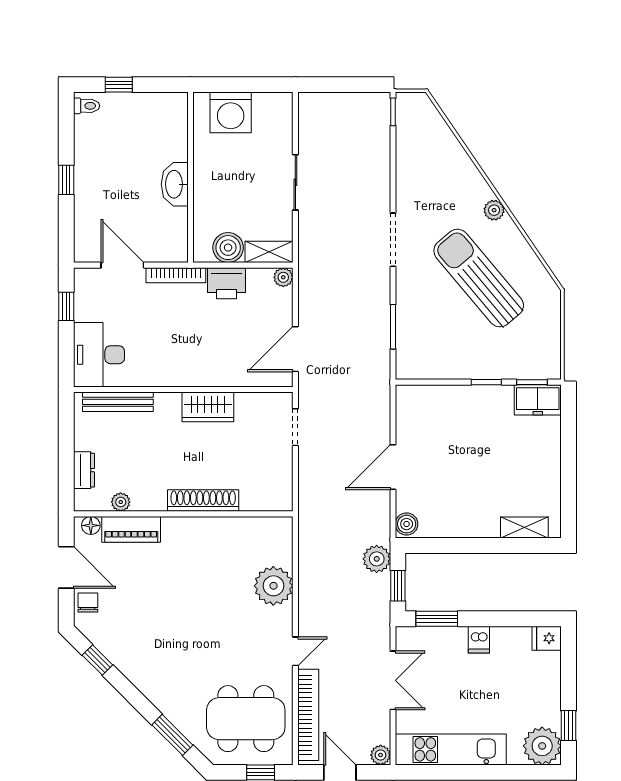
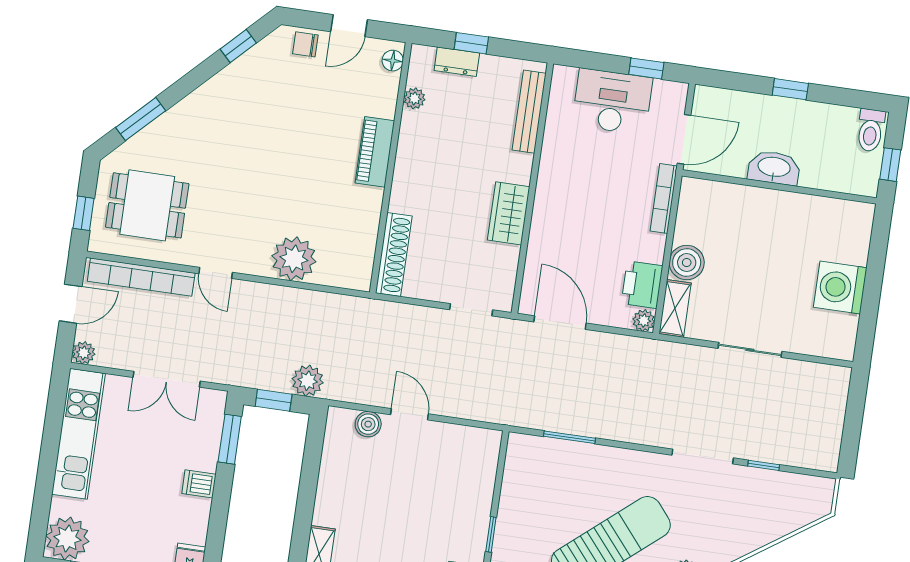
toilet: (87, 106) -> (871, 130), width x1.37, depth x1.39
window: (393, 112) -> (764, 465), moved
wall: (191, 177) -> (779, 187), moved
washbasin: (175, 184) -> (774, 168), moved
doorway: (393, 240) -> (703, 456), moved
printer: (226, 283) -> (642, 285), moved
desk: (99, 355) -> (612, 102), moved
window: (66, 460) -> (471, 43), added
door: (393, 467) -> (410, 414), width x0.73
shoe rack: (203, 500) -> (394, 255), moved
boiler: (407, 524) -> (368, 424), moved
piano: (131, 529) -> (375, 152), moved
door: (66, 567) -> (349, 26), width x0.73
chair: (88, 602) -> (305, 44), turned 180
dining table: (246, 719) -> (147, 205), width x0.73

